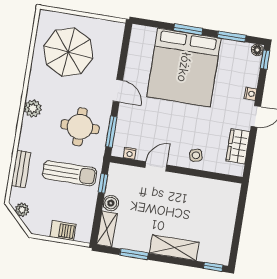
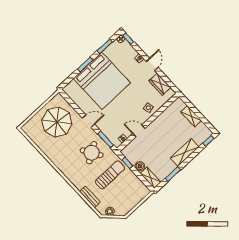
parasol: (68, 52) -> (57, 122), moved
plant: (33, 108) -> (65, 169), removed
round table: (80, 127) -> (92, 153), turned -32
door: (156, 166) -> (139, 131), hinge flipped
shelving: (228, 219) -> (191, 116), added
barbecue: (63, 231) -> (135, 200), removed

